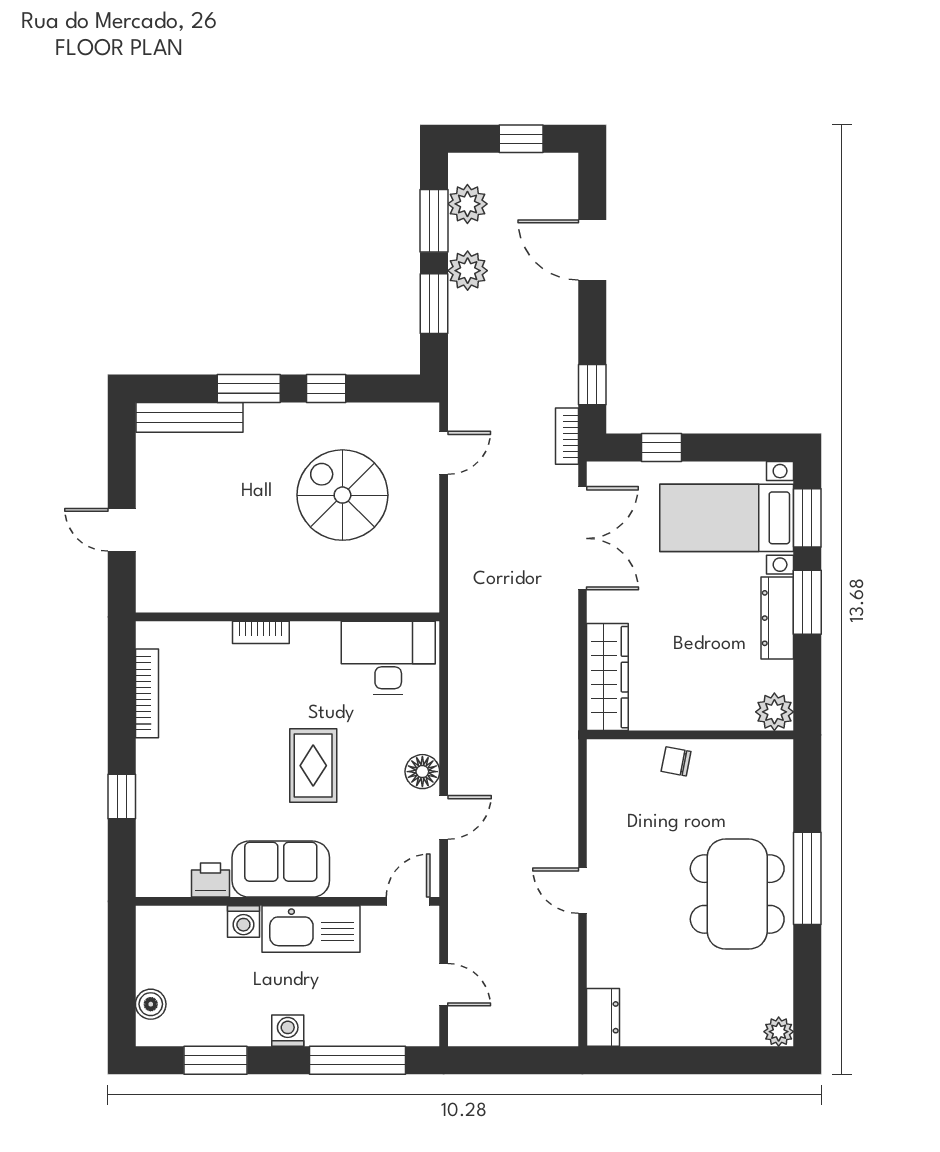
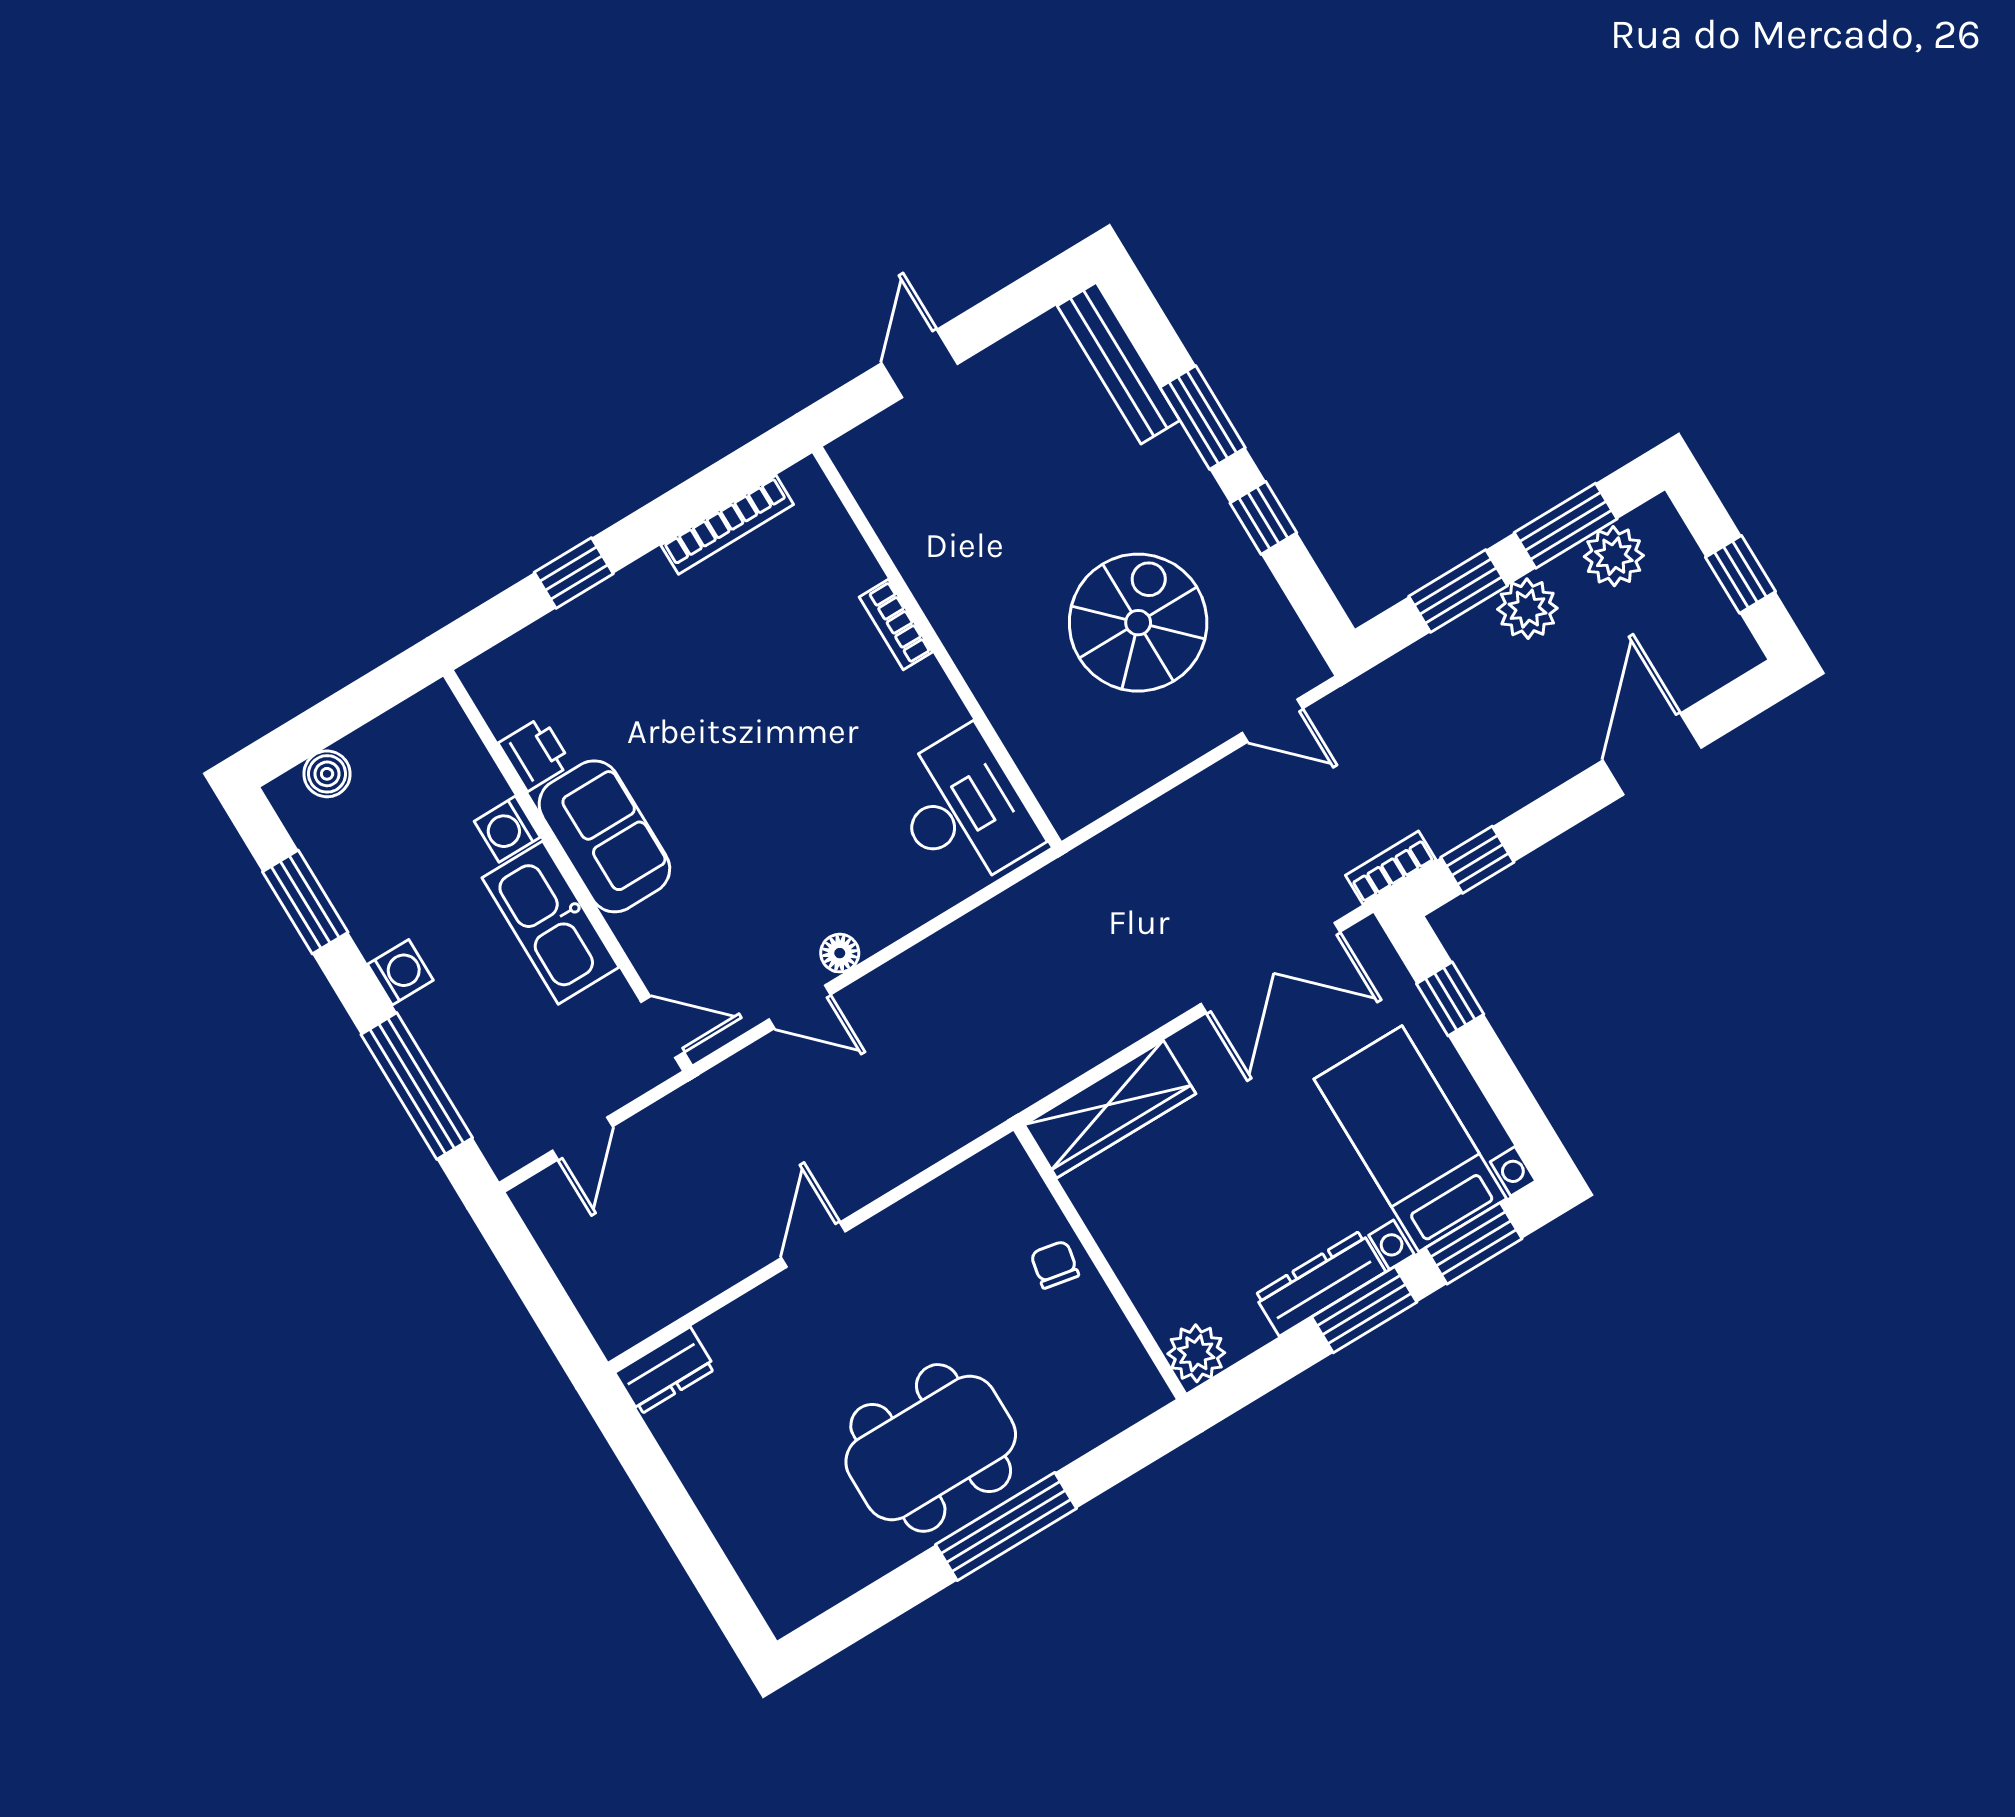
rug: (313, 766) -> (764, 797), removed
floor lamp: (422, 772) -> (840, 953), width x0.73, depth x0.73
plant: (779, 1032) -> (785, 1610), removed

